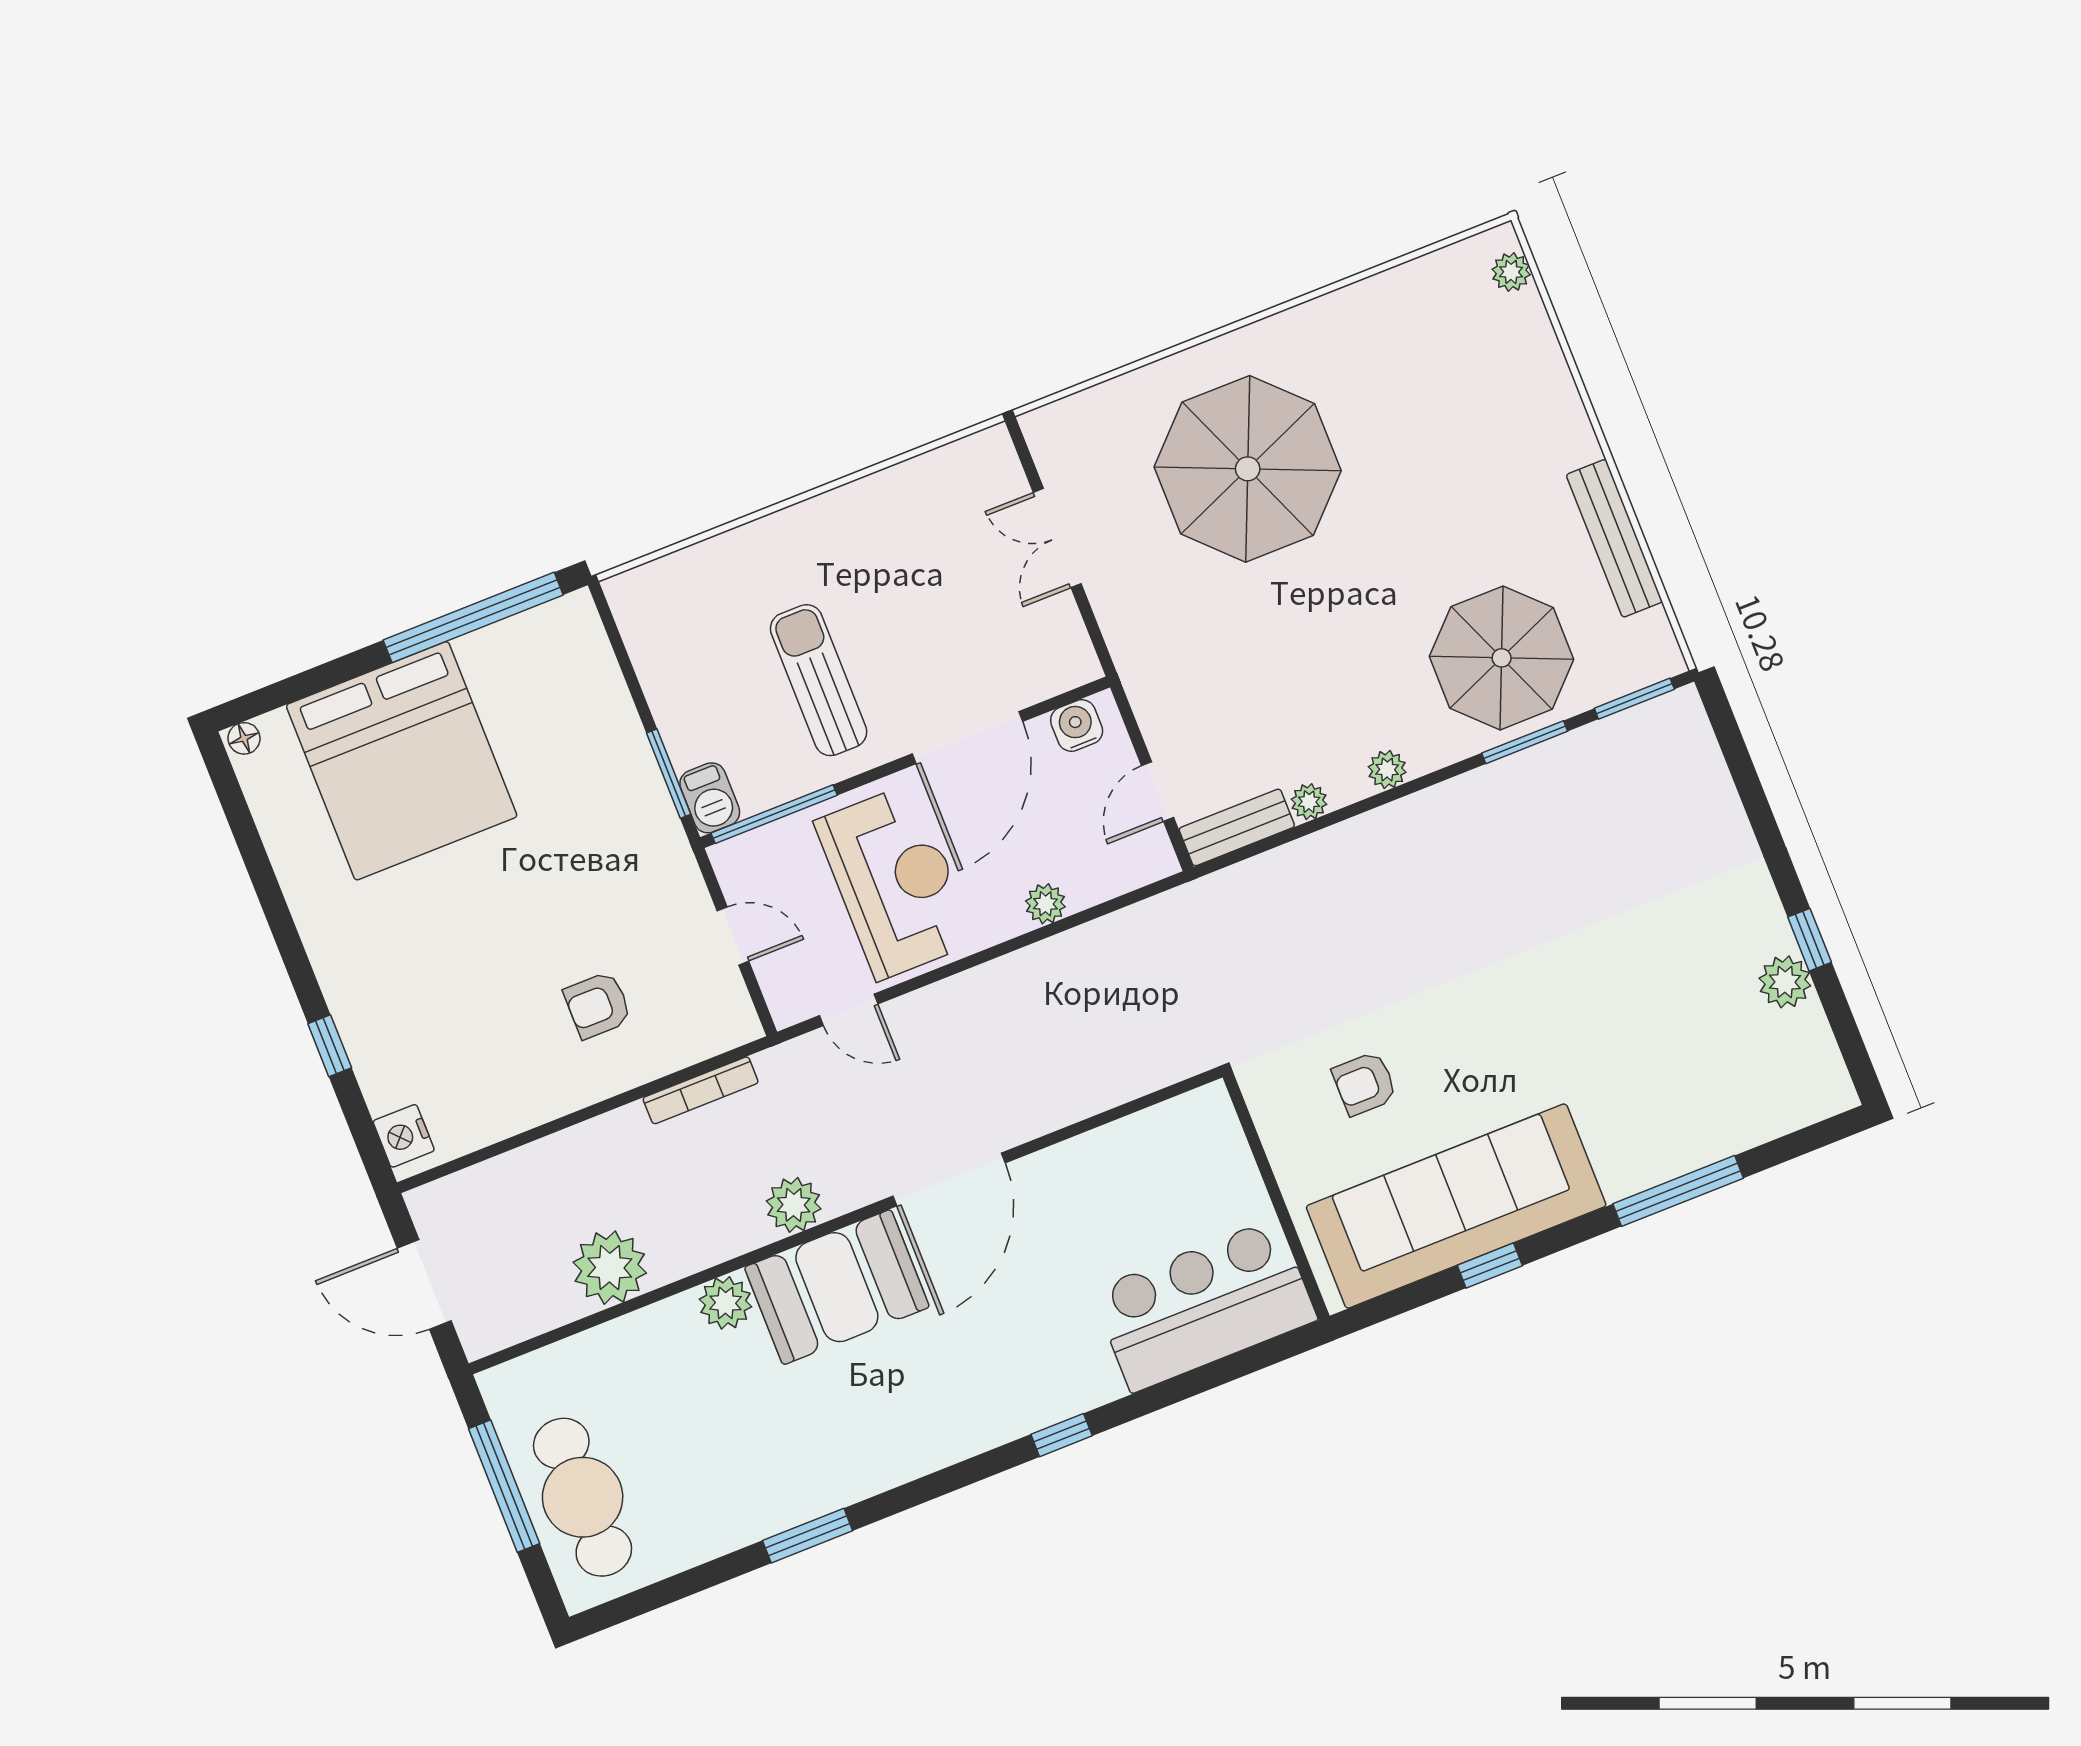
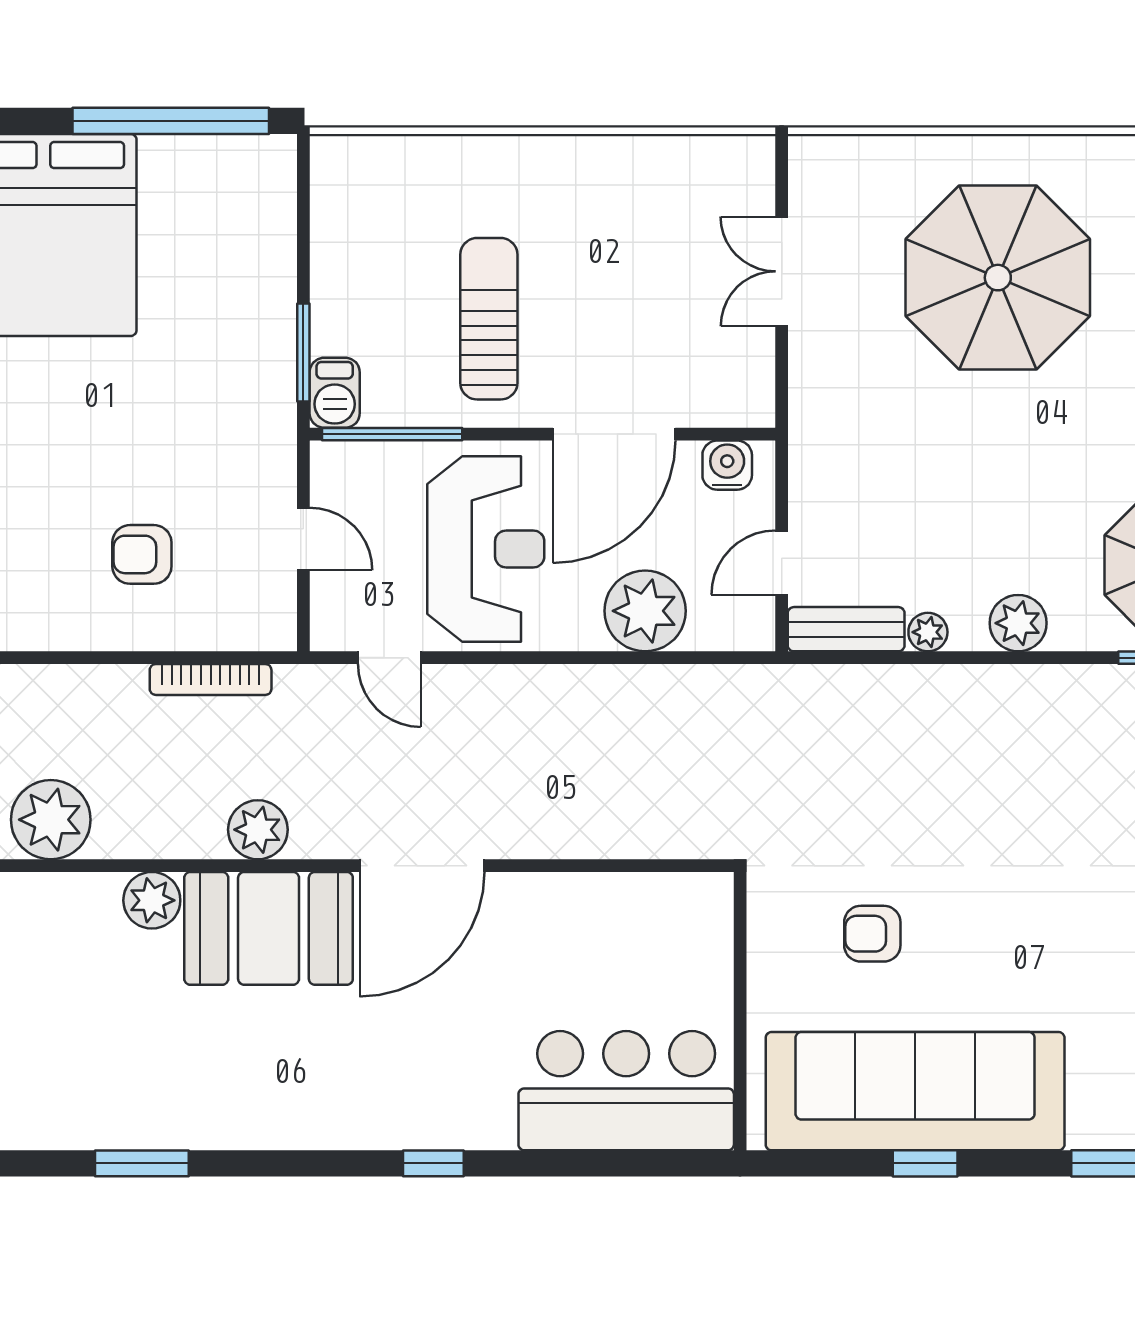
plant: (1387, 770) -> (1018, 623), width x1.38, depth x1.38
plant: (1045, 904) -> (645, 611), width x1.88, depth x1.88

